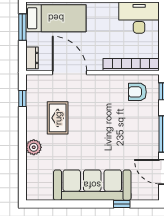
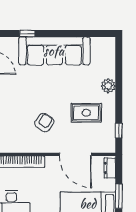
armchair: (137, 92) -> (44, 123), moved, turned -55
rug: (58, 118) -> (86, 113), turned 90

